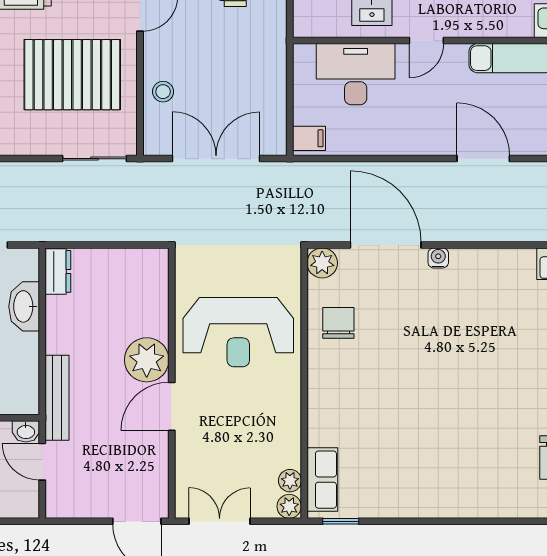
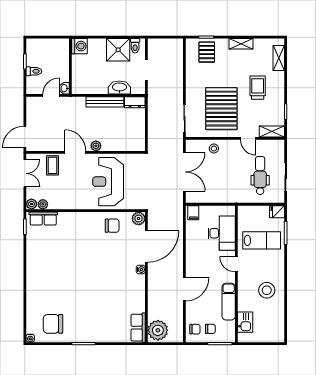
plant: (147, 360) -> (96, 146), width x0.53, depth x0.53
bench: (57, 398) -> (105, 102), moved
coffee table: (201, 458) -> (53, 165), added

